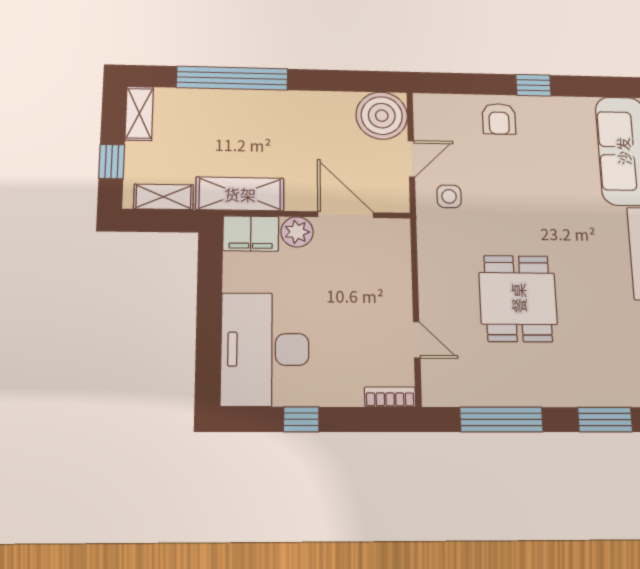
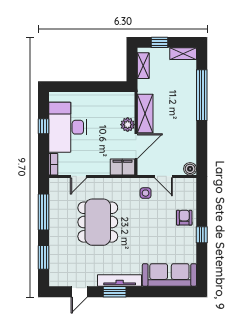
boiler: (382, 116) -> (190, 169), width x0.54, depth x0.54
armchair: (499, 119) -> (184, 218), turned 90
shelving: (240, 194) -> (145, 113), moved
filing cabinet: (251, 233) -> (122, 167), moved, turned 90
dining table: (518, 298) -> (98, 222), width x1.38
desk: (265, 349) -> (68, 127), moved, turned -90

